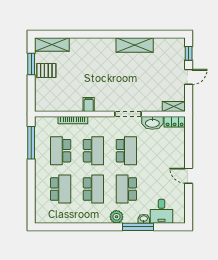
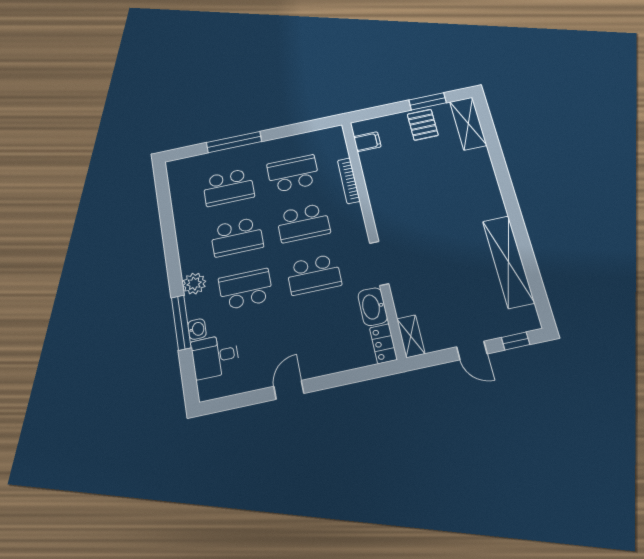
shelving: (135, 45) -> (508, 262), width x1.47
filing cabinet: (89, 104) -> (367, 142), moved
window: (31, 143) -> (234, 142), moved

